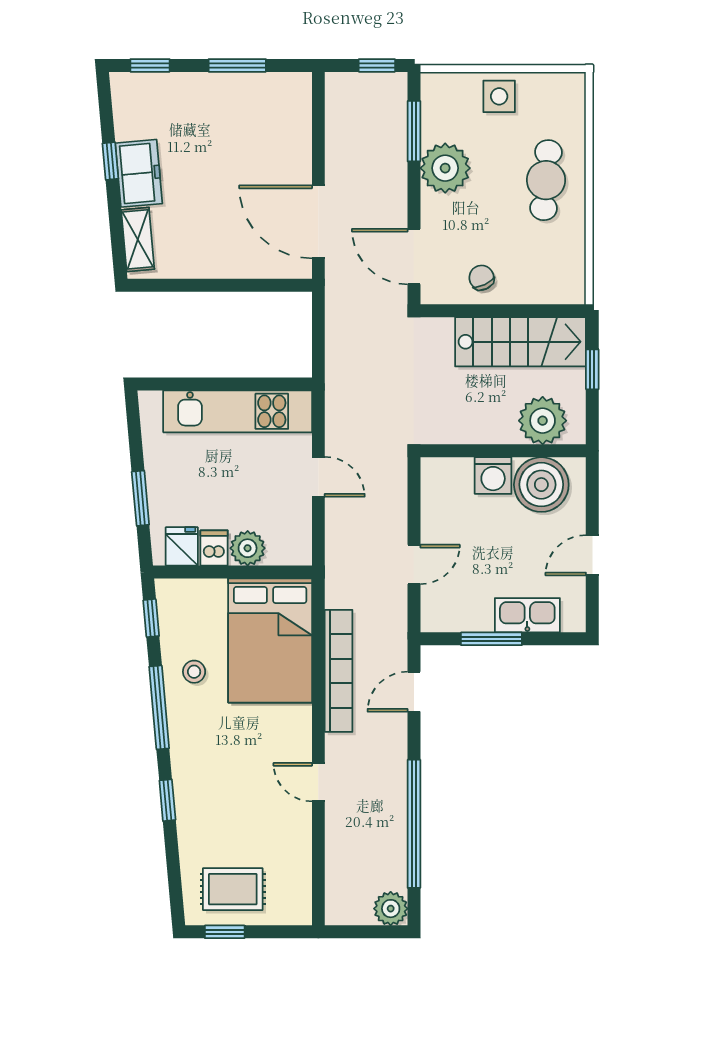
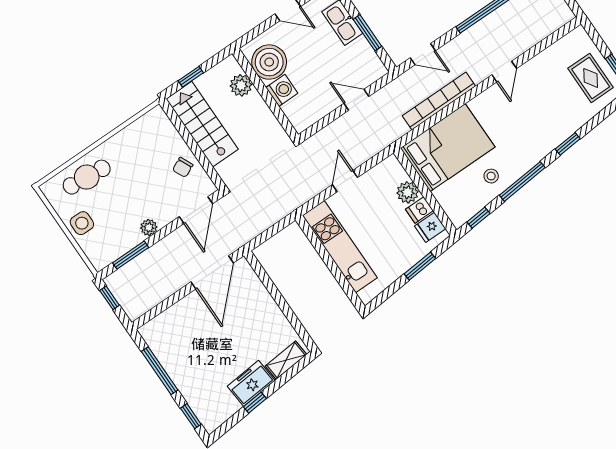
window: (237, 65) -> (160, 371), width x1.44
plant: (445, 168) -> (149, 227), width x0.53, depth x0.53
cafe table: (546, 180) -> (87, 177), moved
plant: (543, 421) -> (241, 85), width x0.73, depth x0.73

